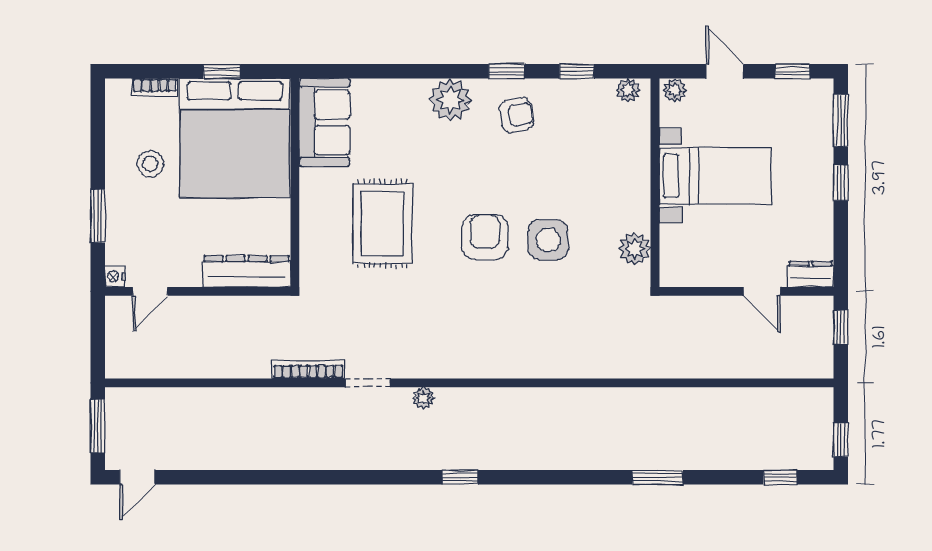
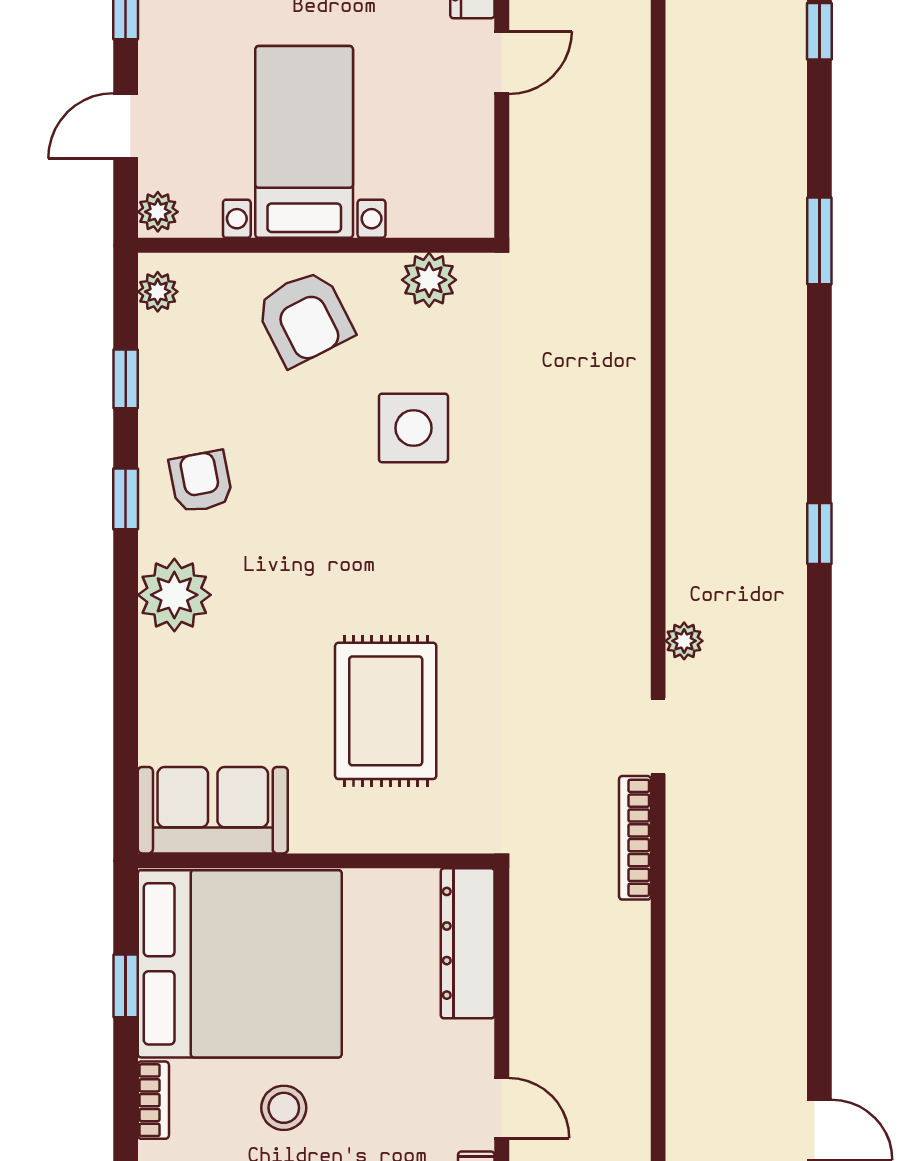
rug: (383, 224) -> (386, 711), turned 90
armchair: (485, 237) -> (304, 318), moved, turned -117
window: (460, 477) -> (819, 533), moved

